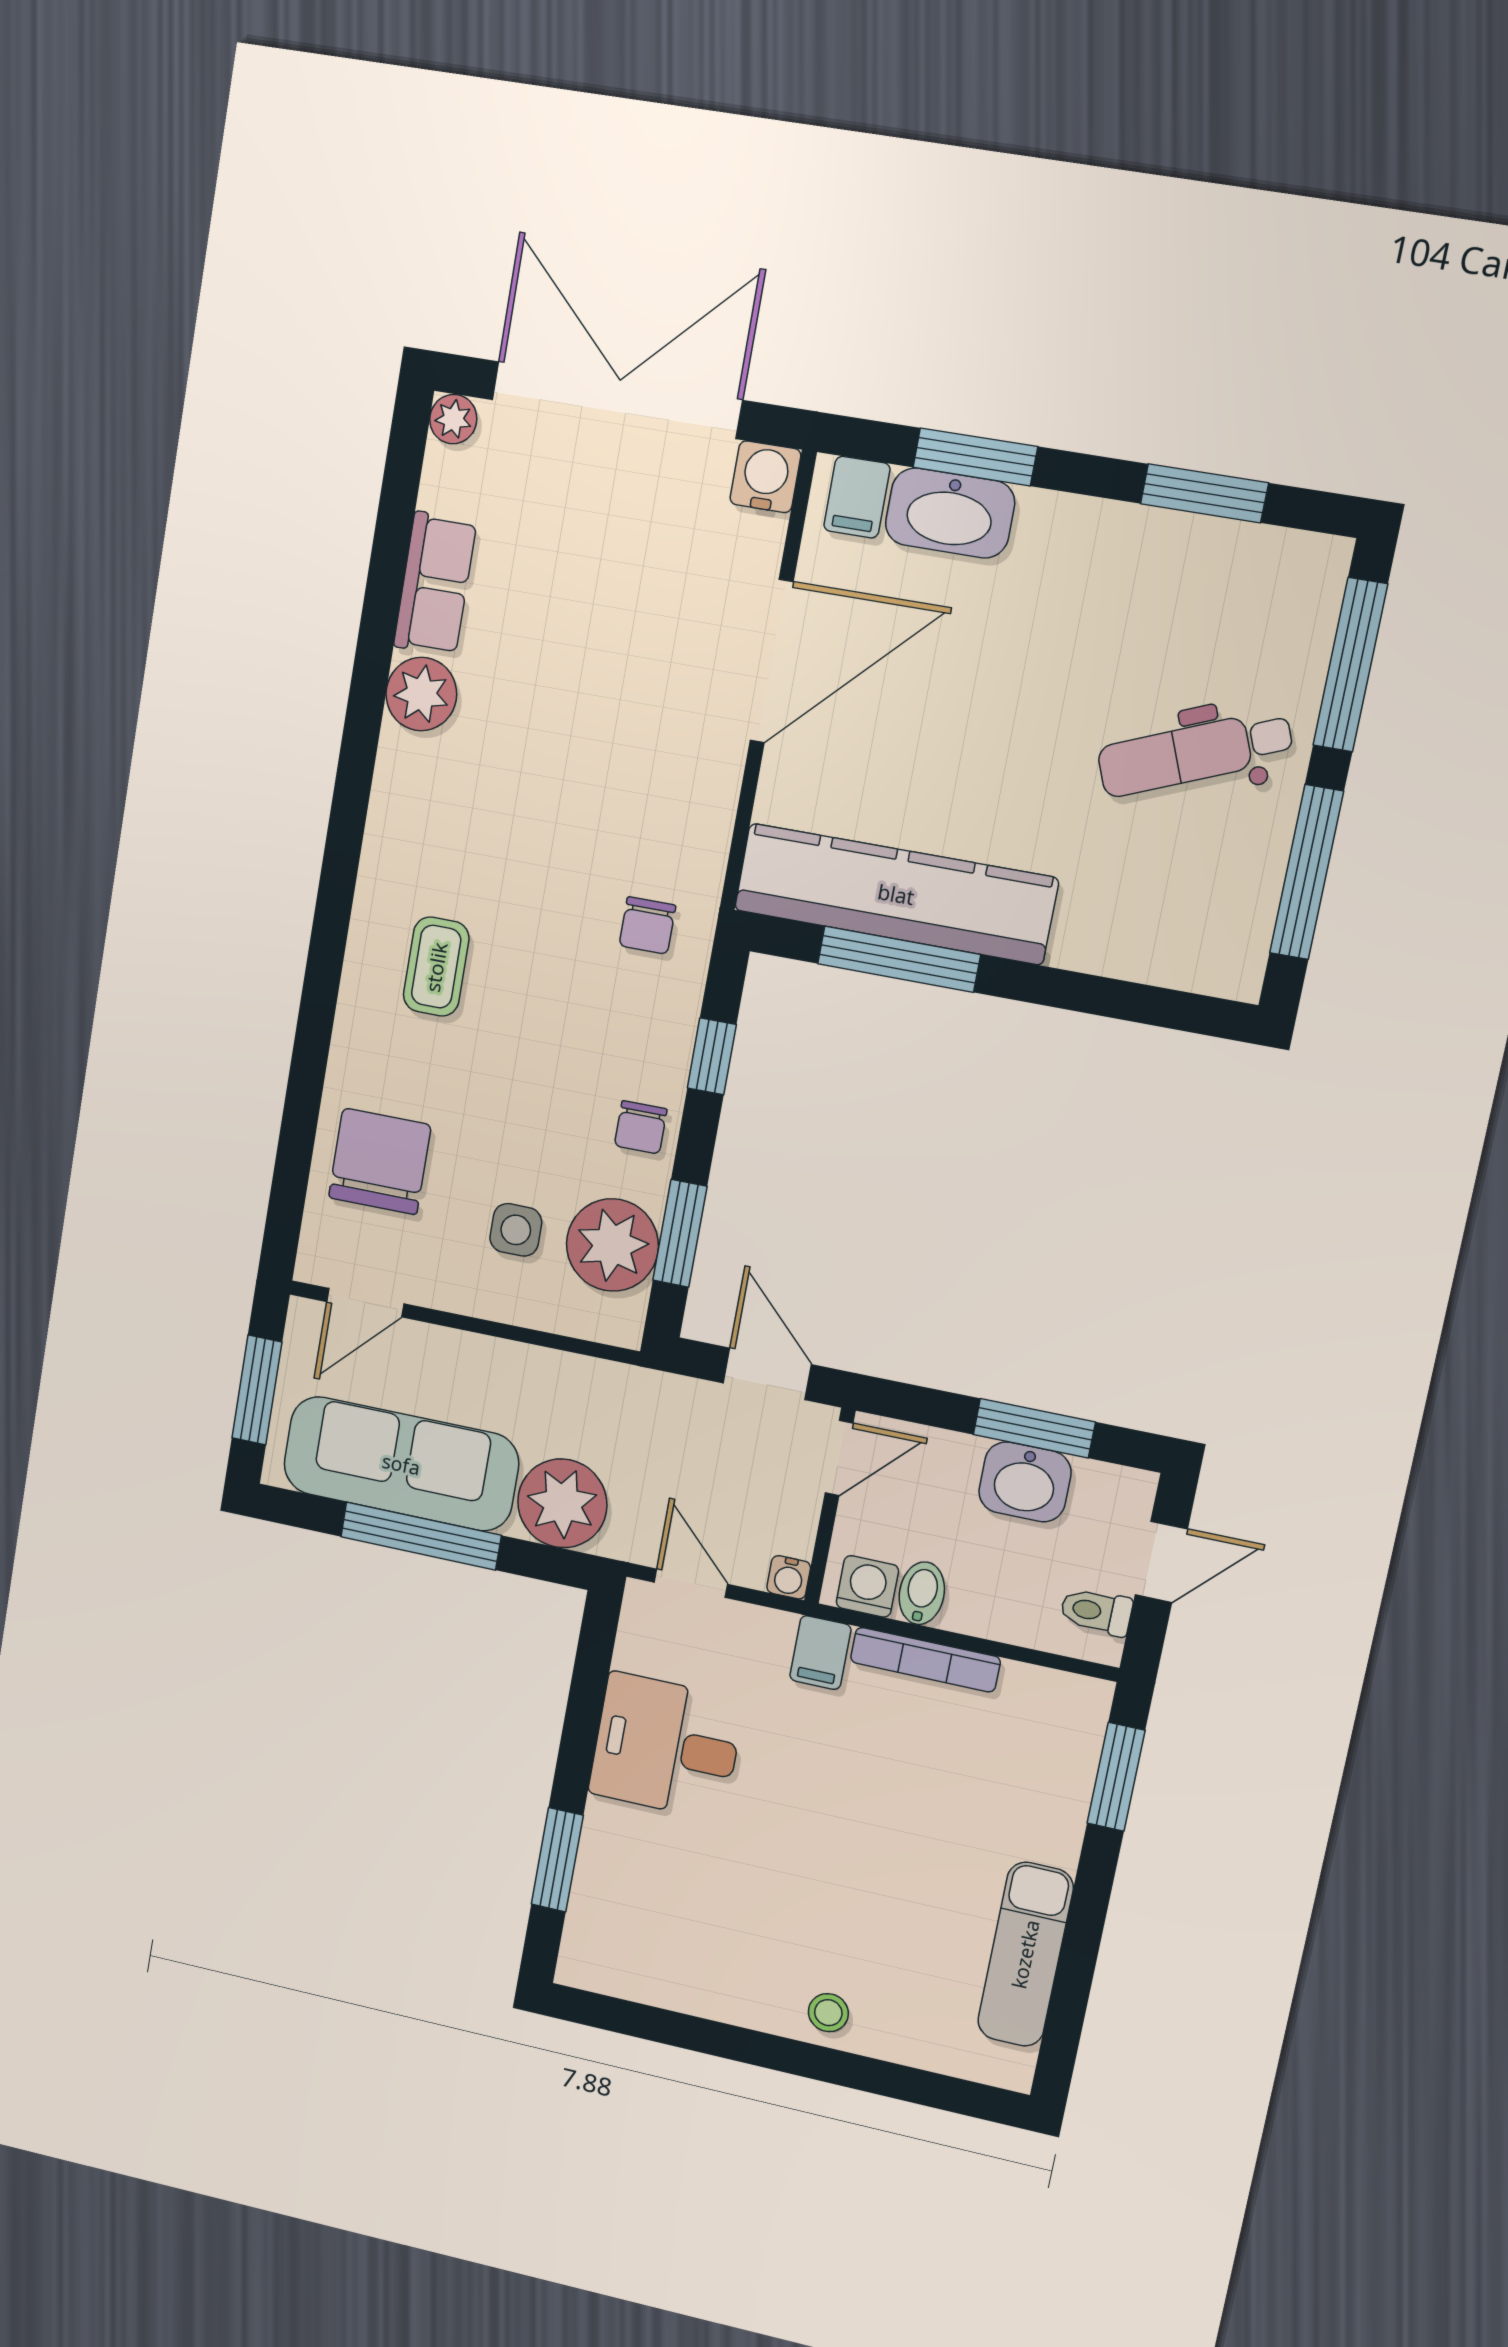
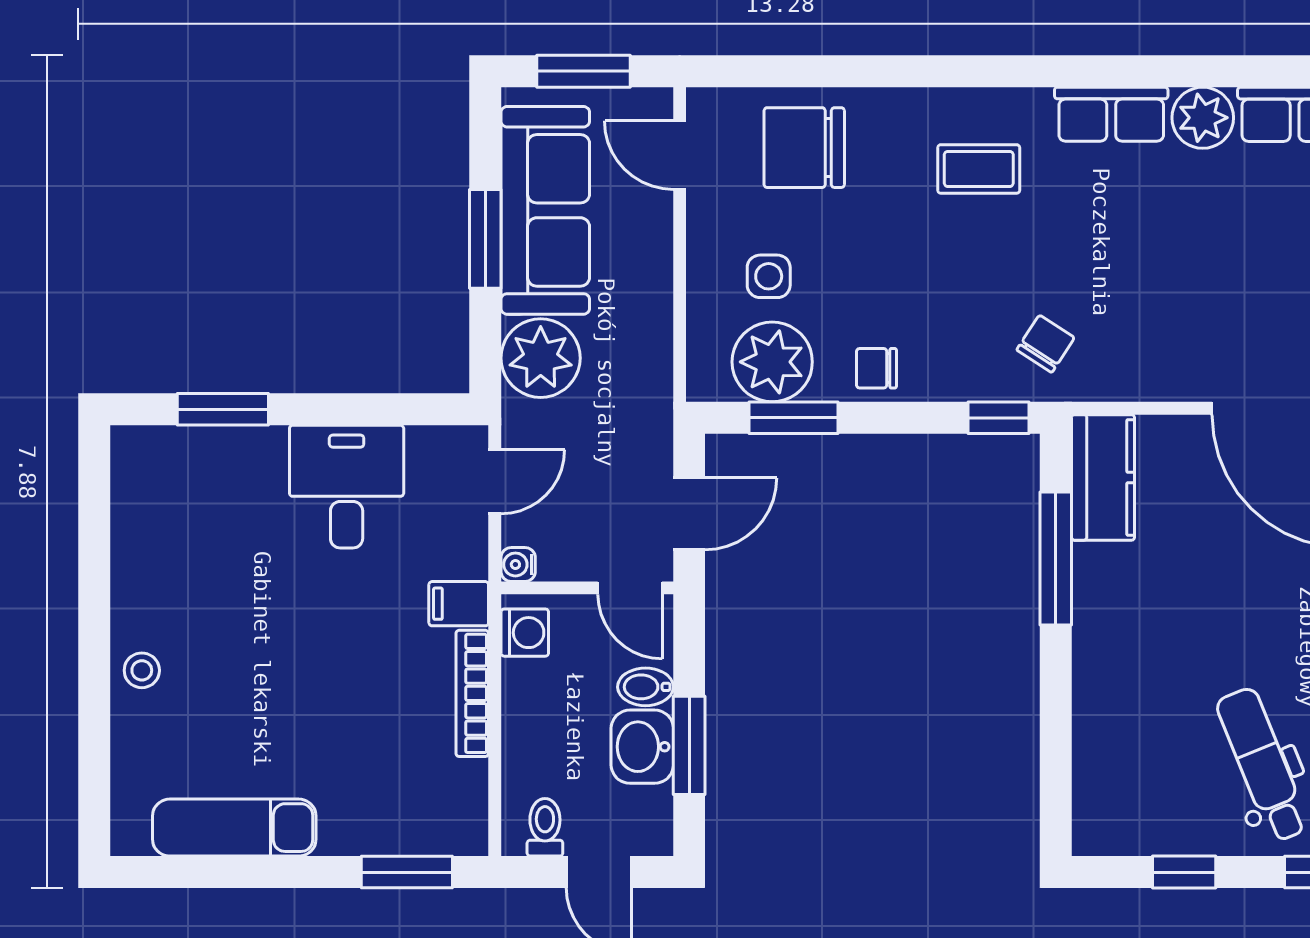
row of seats: (400, 801) -> (1111, 114), added
window: (1307, 872) -> (1184, 872), width x0.46
kitchen counter: (896, 894) -> (1103, 477), width x0.48, depth x0.86
chair: (647, 925) -> (1046, 344), turned 123
window: (712, 1056) -> (998, 418), moved
chair: (380, 1161) -> (804, 148), turned 180
window: (421, 1536) -> (485, 239), width x0.69
bidet: (922, 1593) -> (645, 687), moved, turned 180

